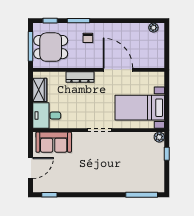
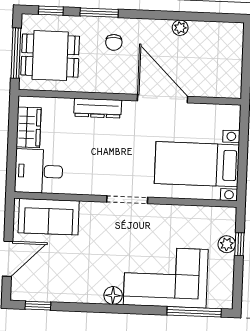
plant: (153, 28) -> (180, 28), moved
plant: (159, 137) -> (227, 244), moved
corner sofa: (124, 175) -> (166, 277), added
floor lamp: (93, 187) -> (113, 295), added

